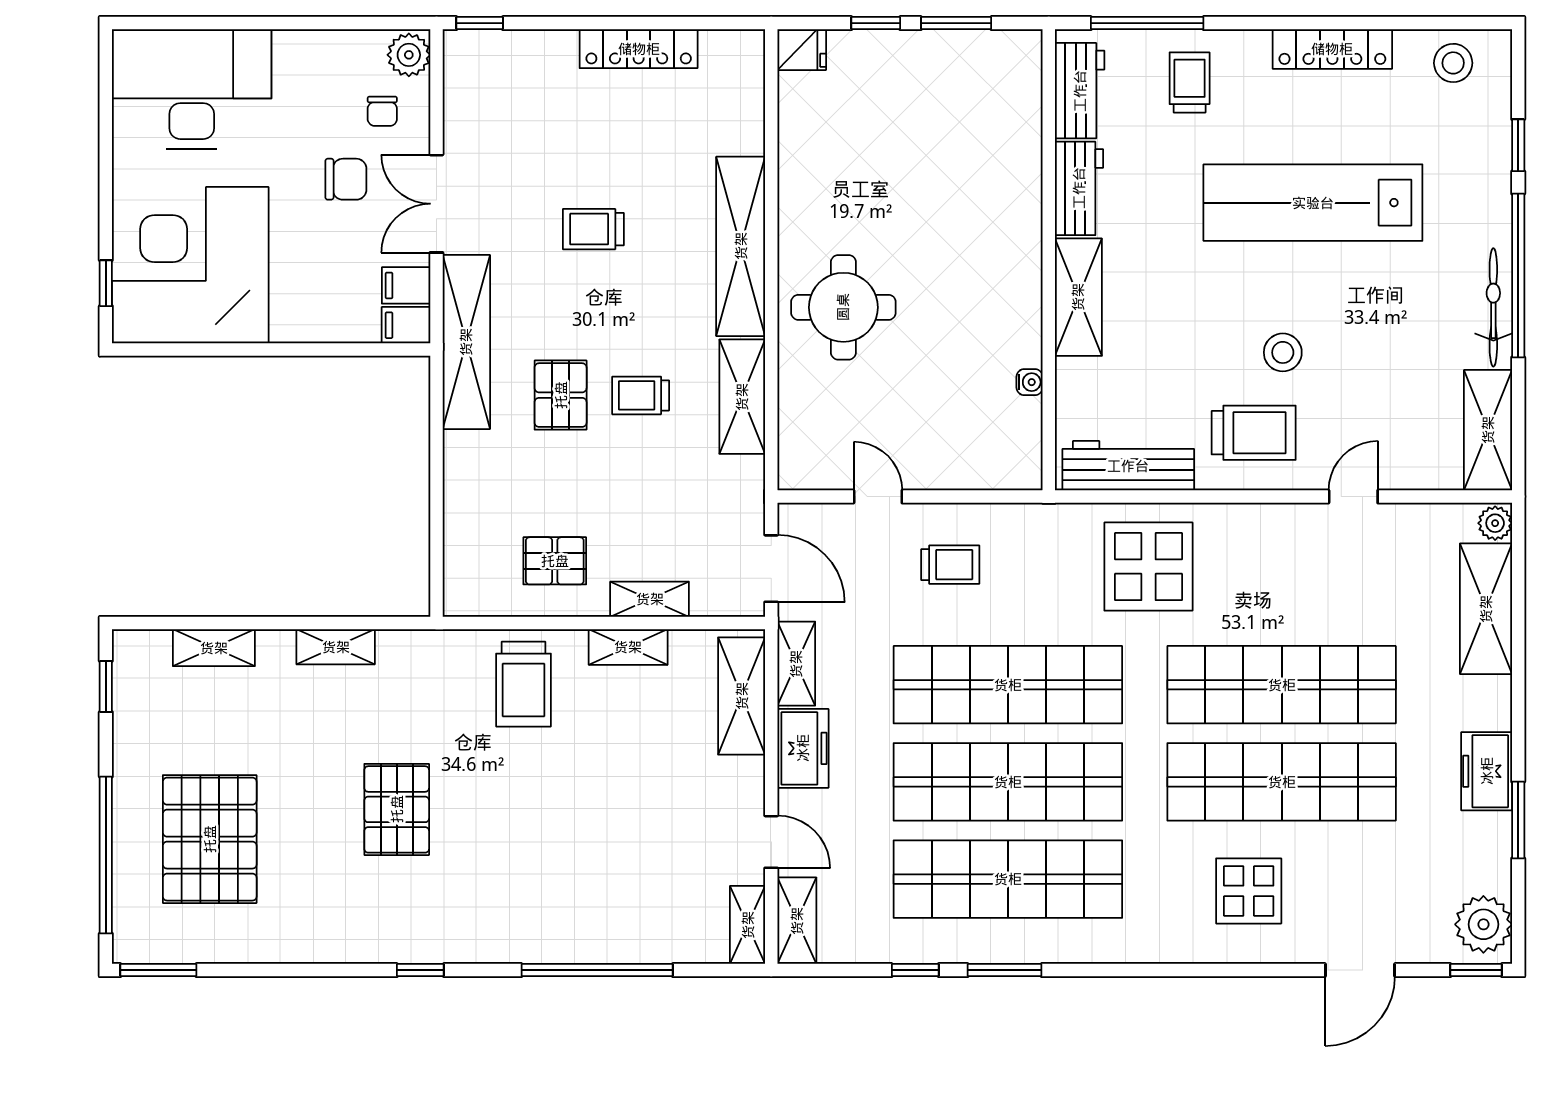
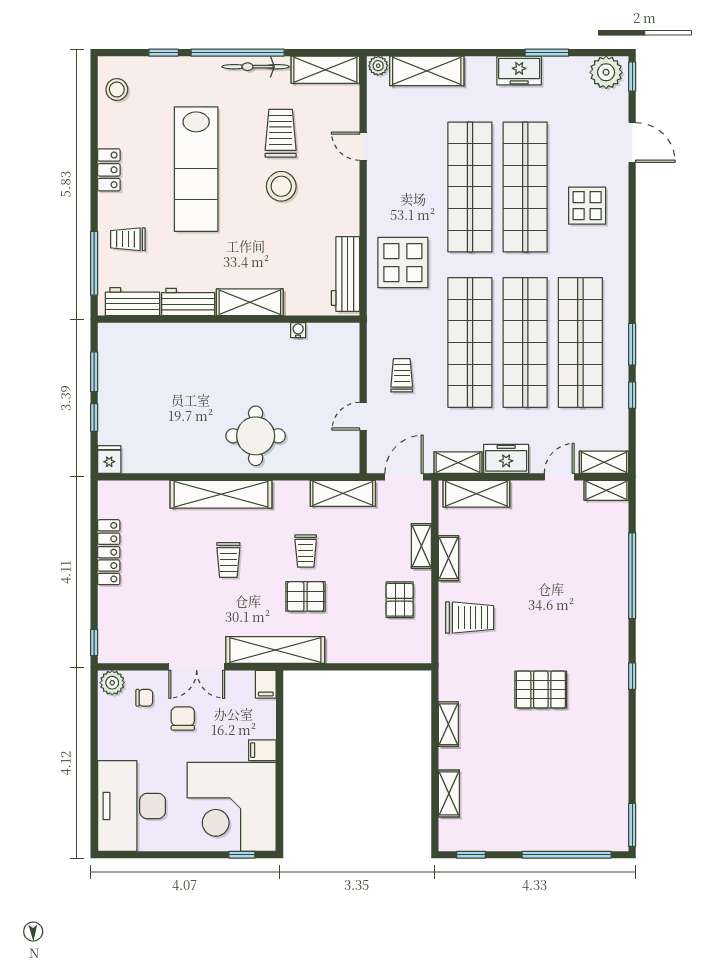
locker: (1332, 49) -> (109, 170), width x0.66
trolley: (593, 229) -> (228, 560), moved
filing cabinet: (406, 285) -> (262, 750), moved, turned 90
stool: (1283, 352) -> (281, 186), width x1.38, depth x1.38
shelving: (742, 397) -> (343, 493), moved
trolley: (1254, 433) -> (281, 133), moved
pallet: (210, 839) -> (558, 796), removed

